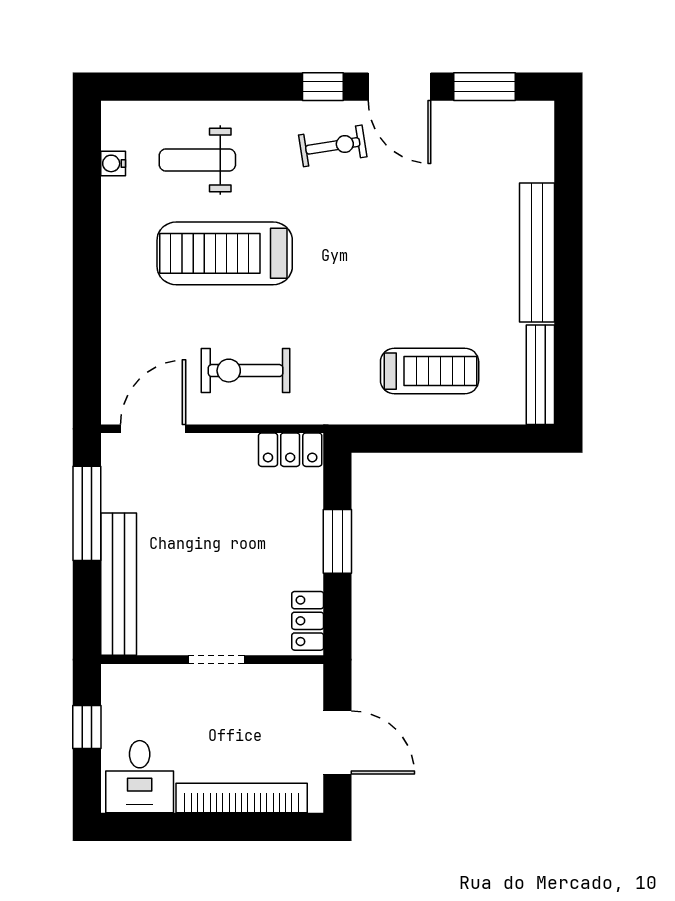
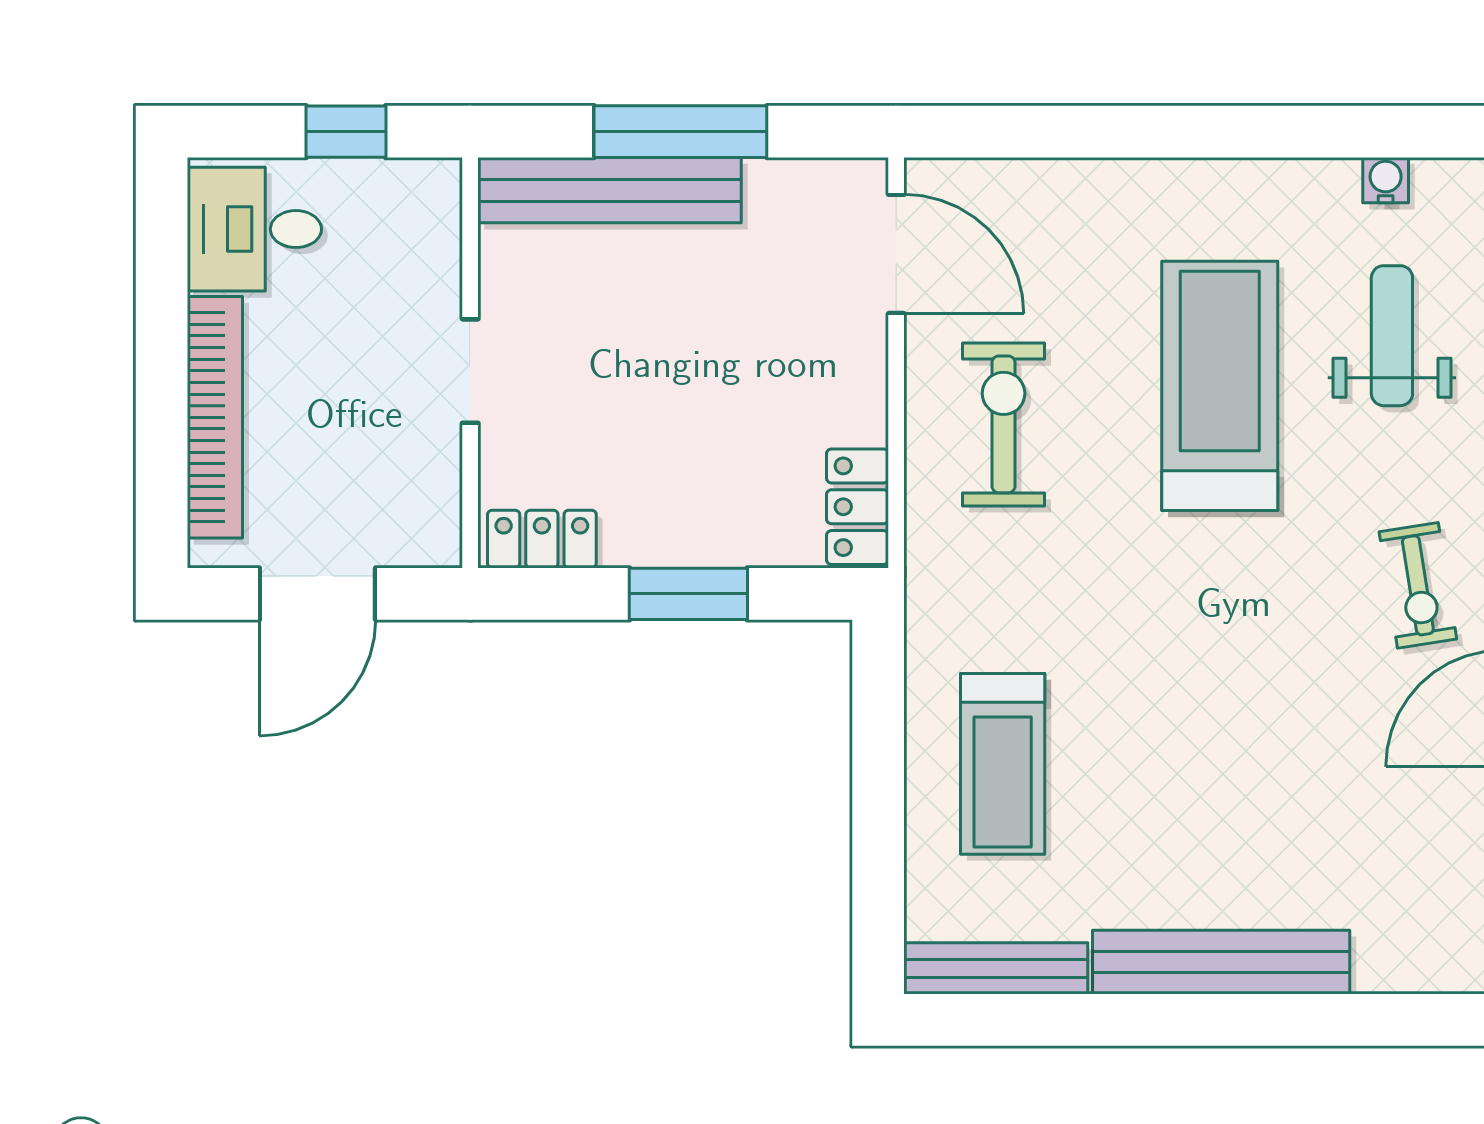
window: (87, 513) -> (680, 132), moved

